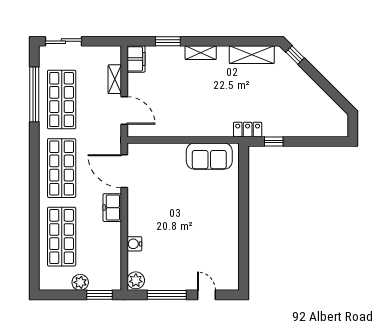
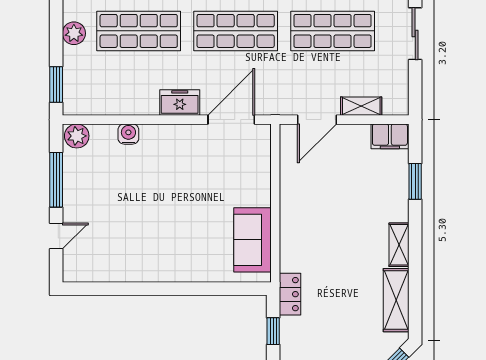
shelving: (201, 53) -> (399, 245), moved
plant: (80, 282) -> (74, 33), moved

